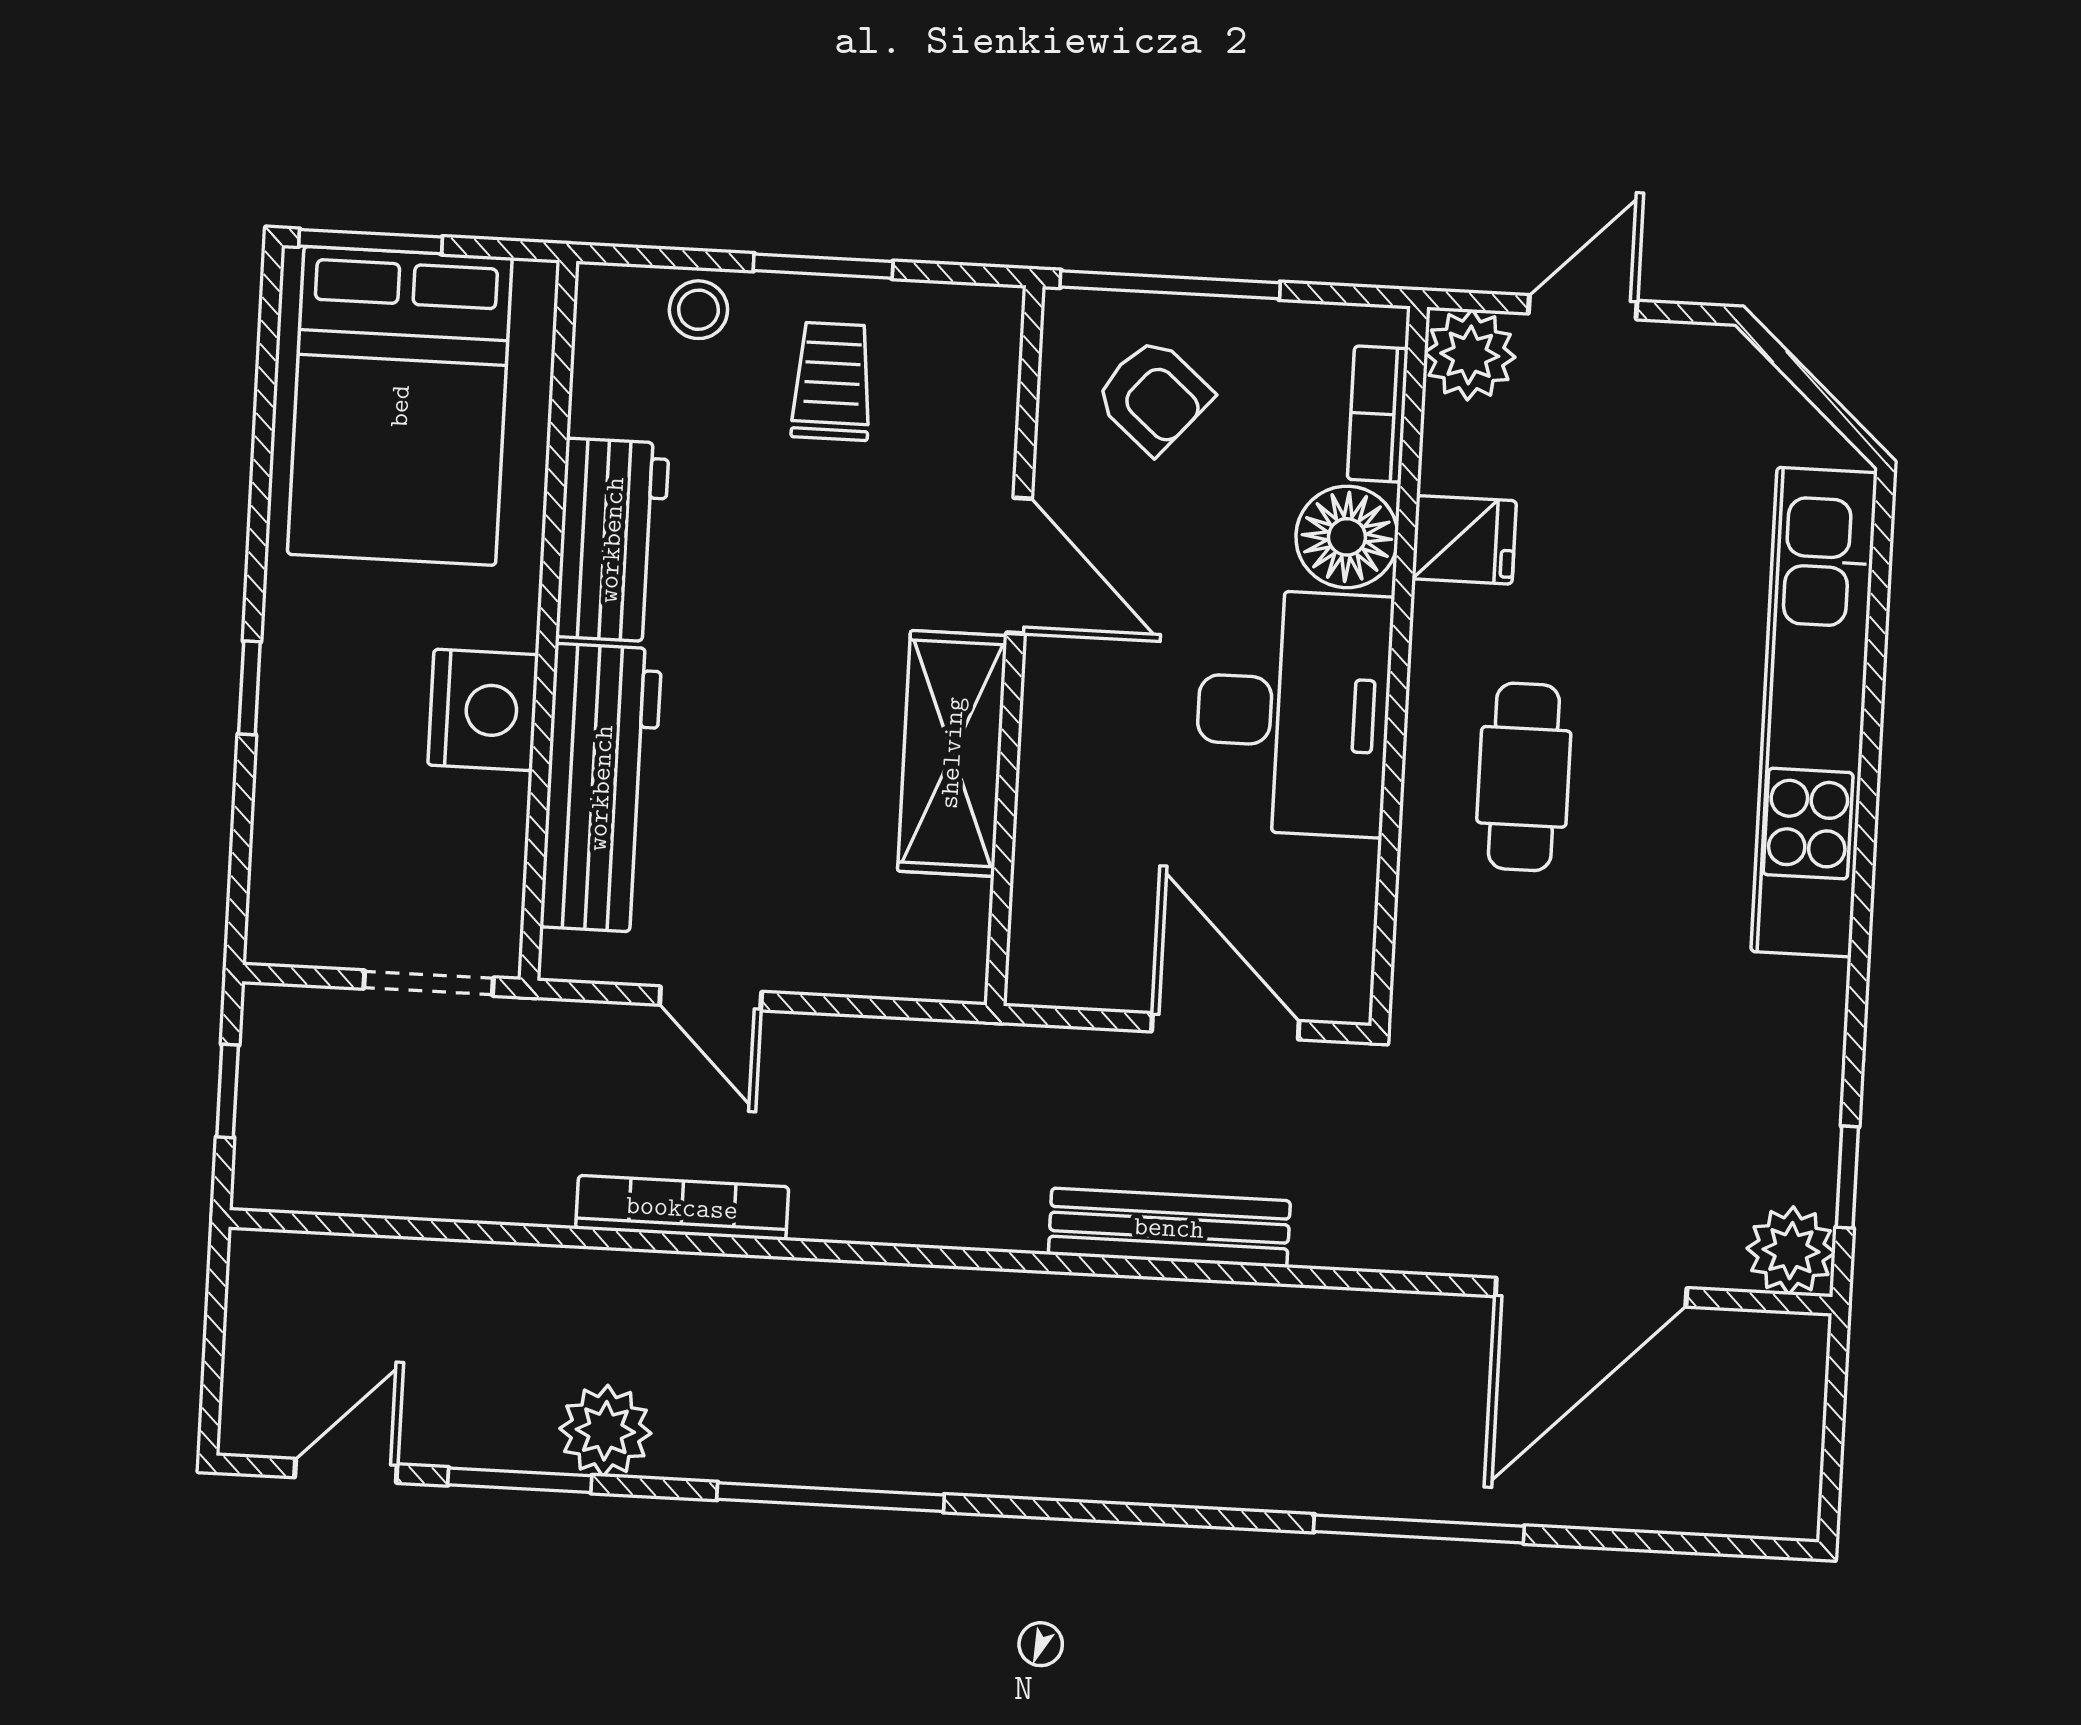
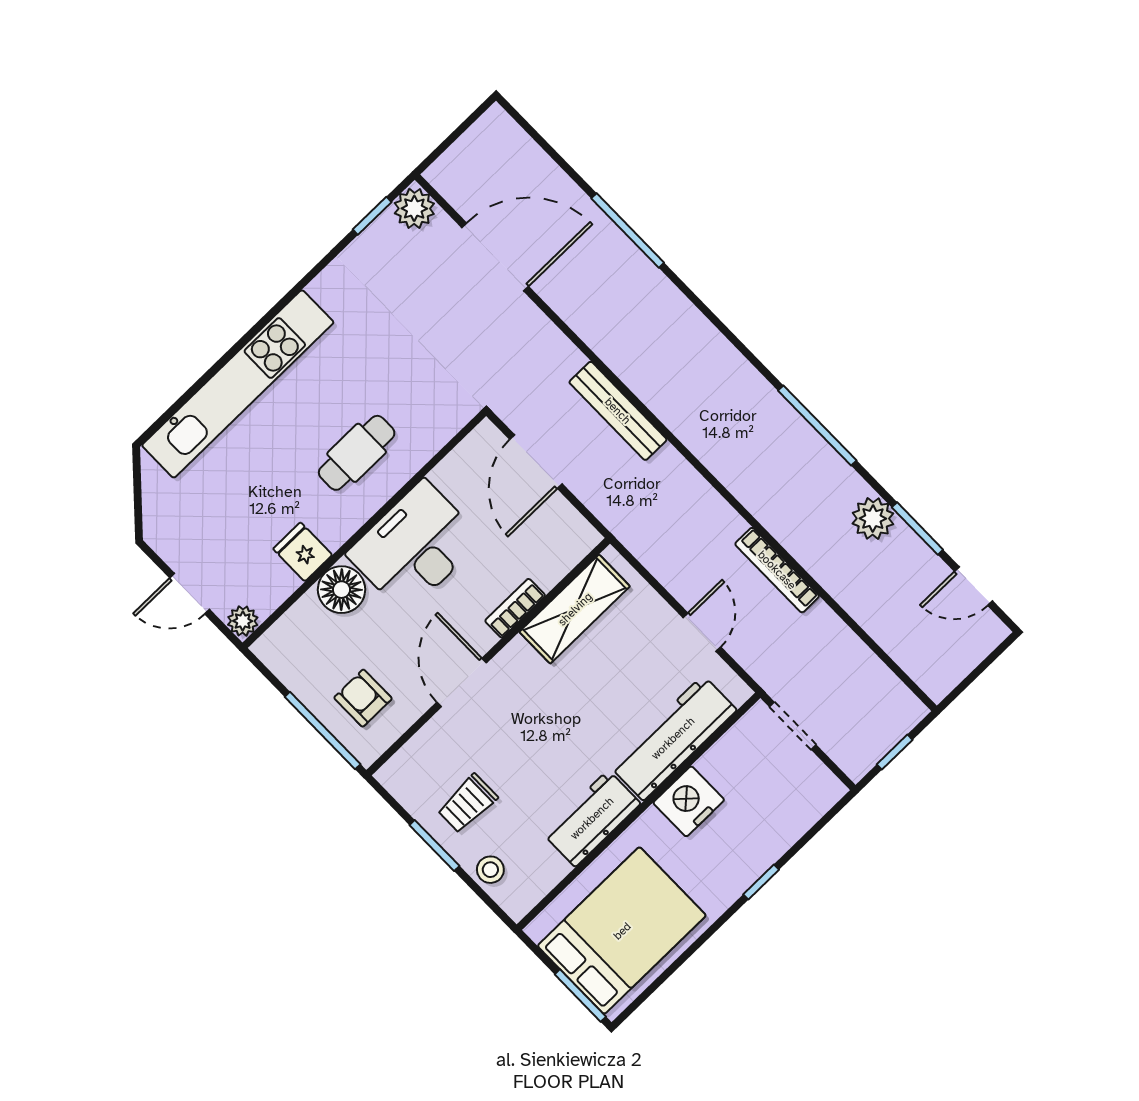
plant: (1470, 355) -> (243, 621), width x0.73, depth x0.73
armchair: (1153, 396) -> (363, 698), turned -41
bookcase: (1378, 414) -> (515, 608), moved, turned 180
shelving: (952, 753) -> (575, 609), moved

